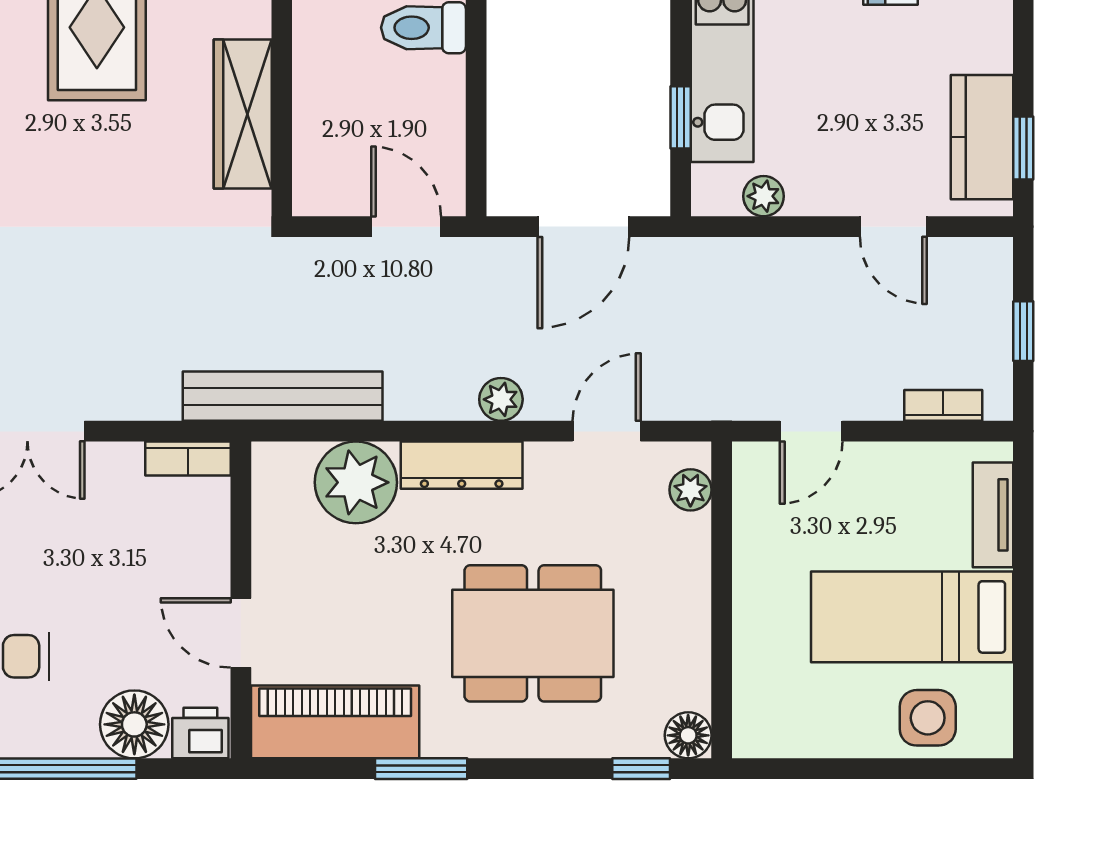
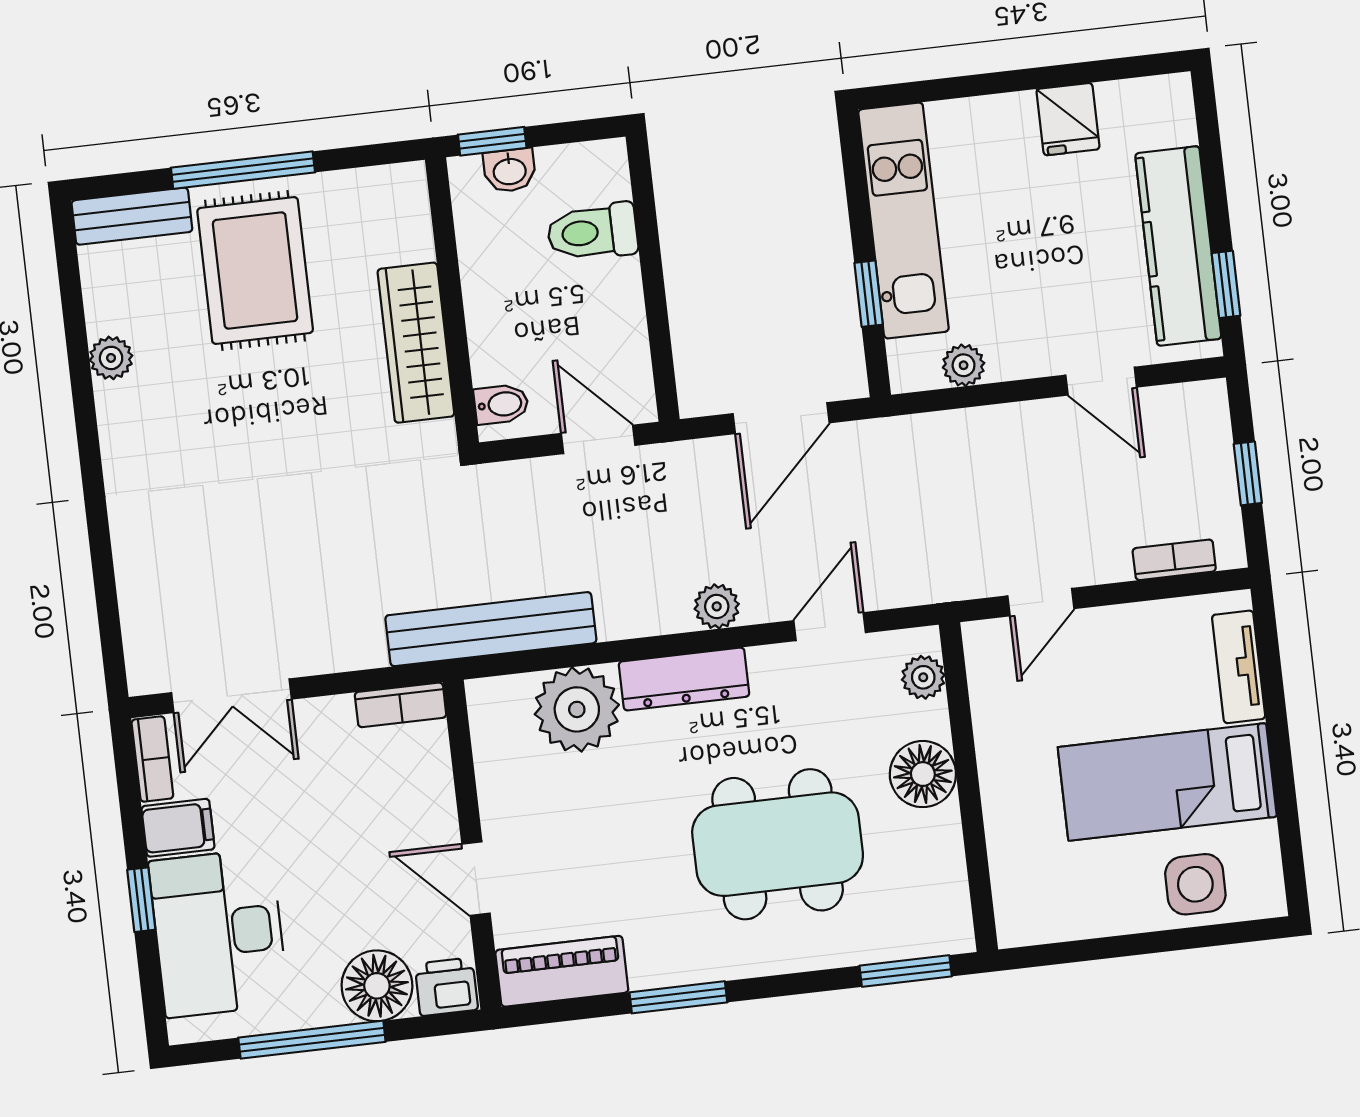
kitchen counter: (982, 137) -> (1178, 246), width x1.50
bidet: (317, 182) -> (501, 404), added
piano: (335, 722) -> (562, 971), width x0.73, depth x0.75
floor lamp: (688, 735) -> (923, 774), moved, width x1.38, depth x1.38
window: (641, 769) -> (906, 971), width x1.50

